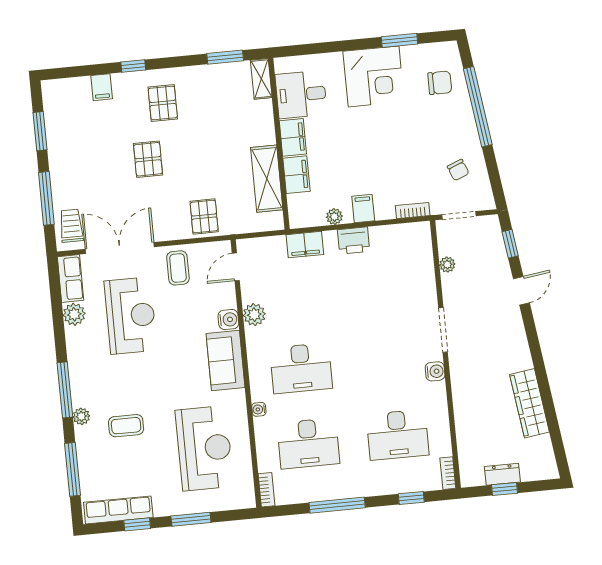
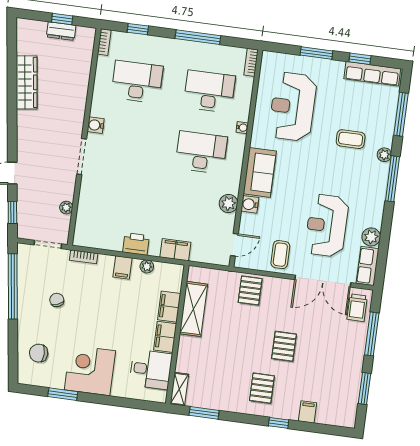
window: (478, 107) -> (13, 286), moved
chair: (458, 170) -> (57, 300), moved

